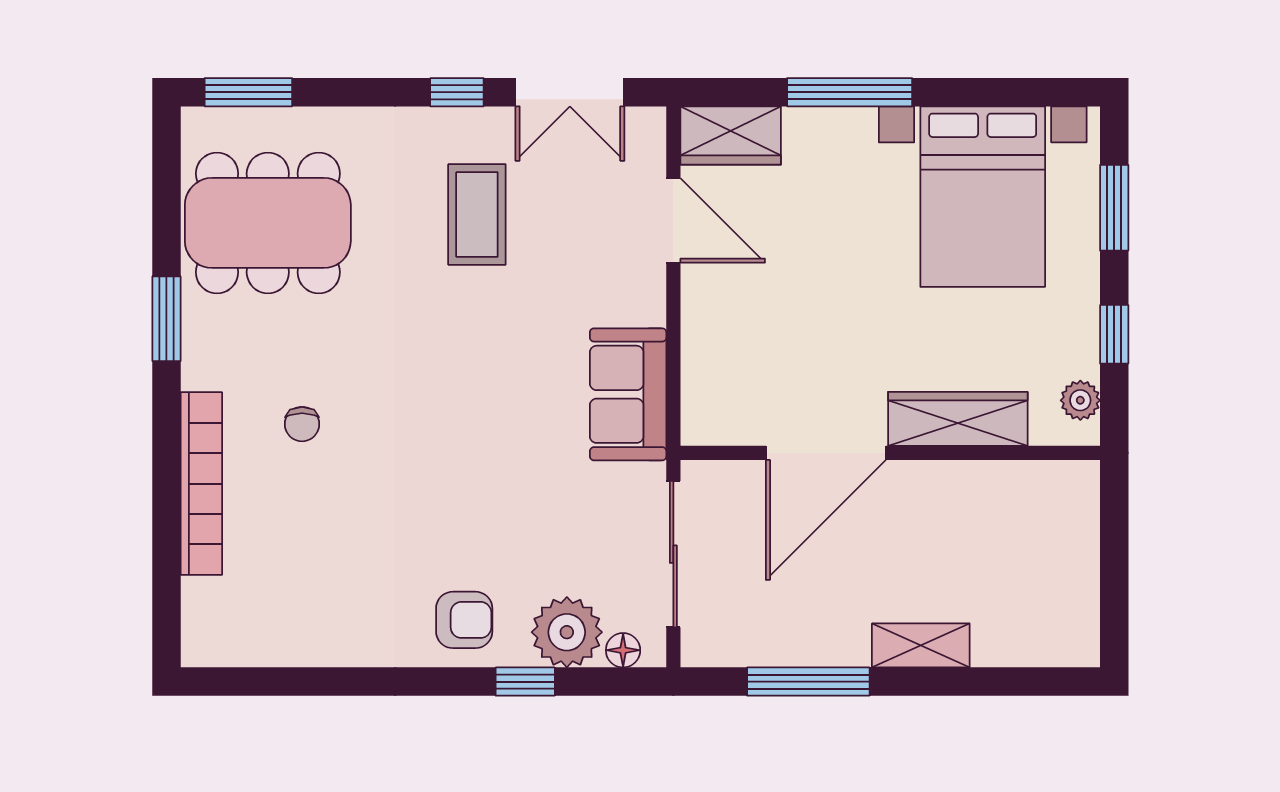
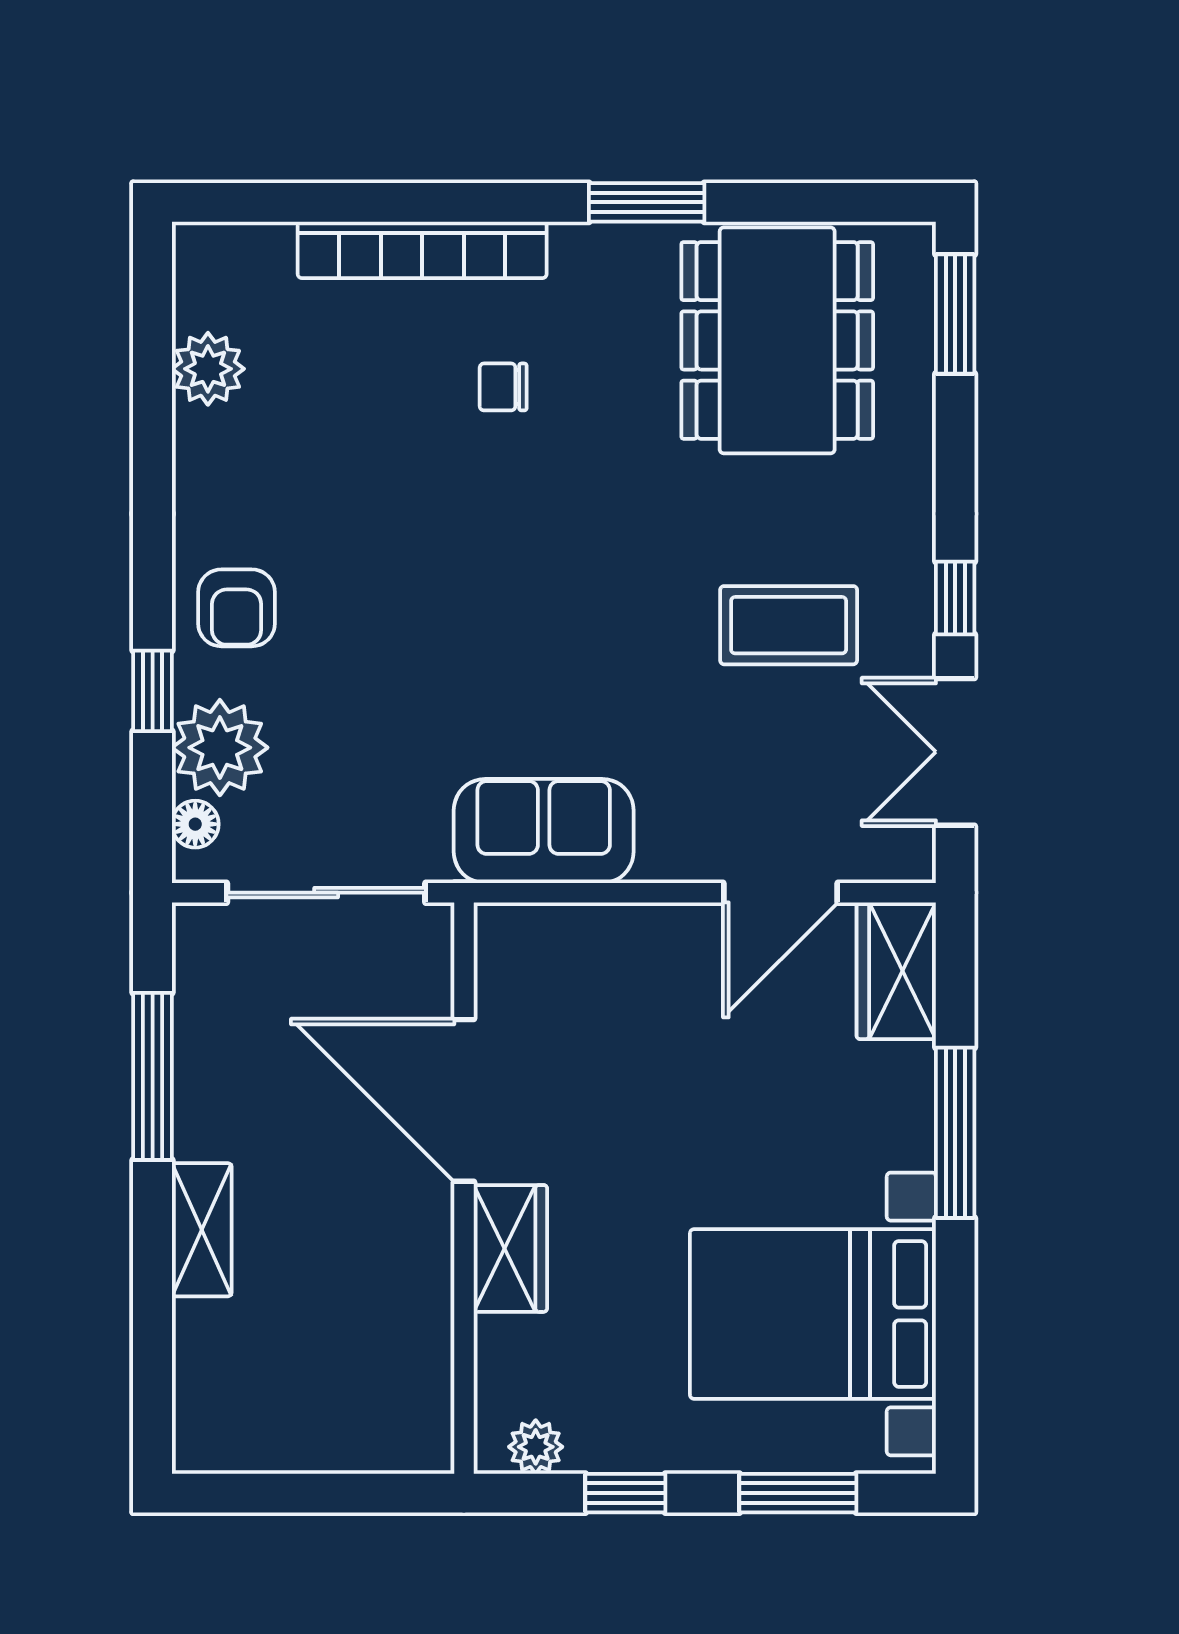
wardrobe: (958, 419) -> (510, 1248), width x0.67
plant: (289, 641) -> (208, 369), added

